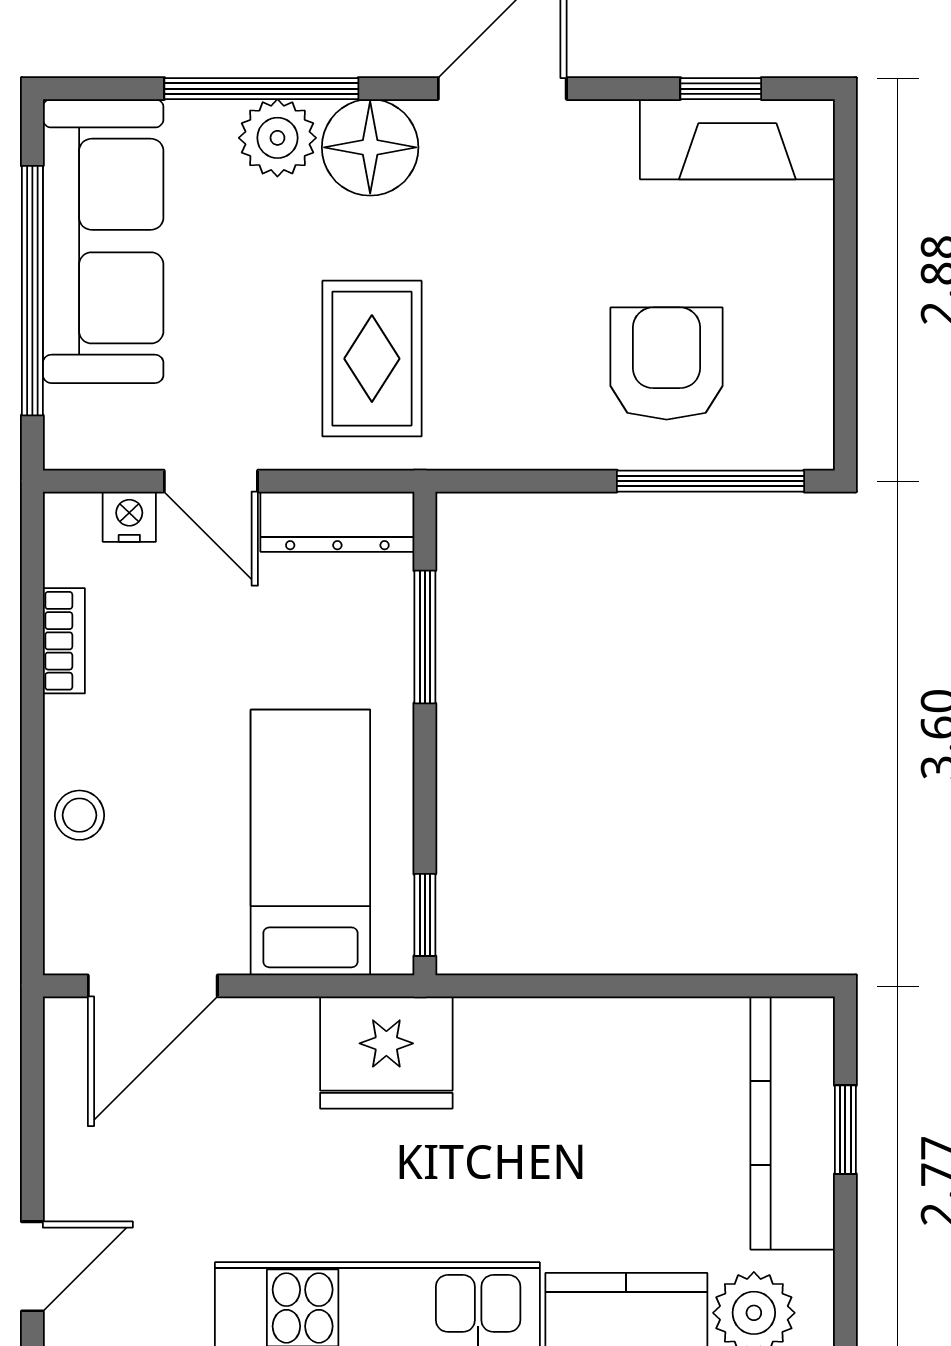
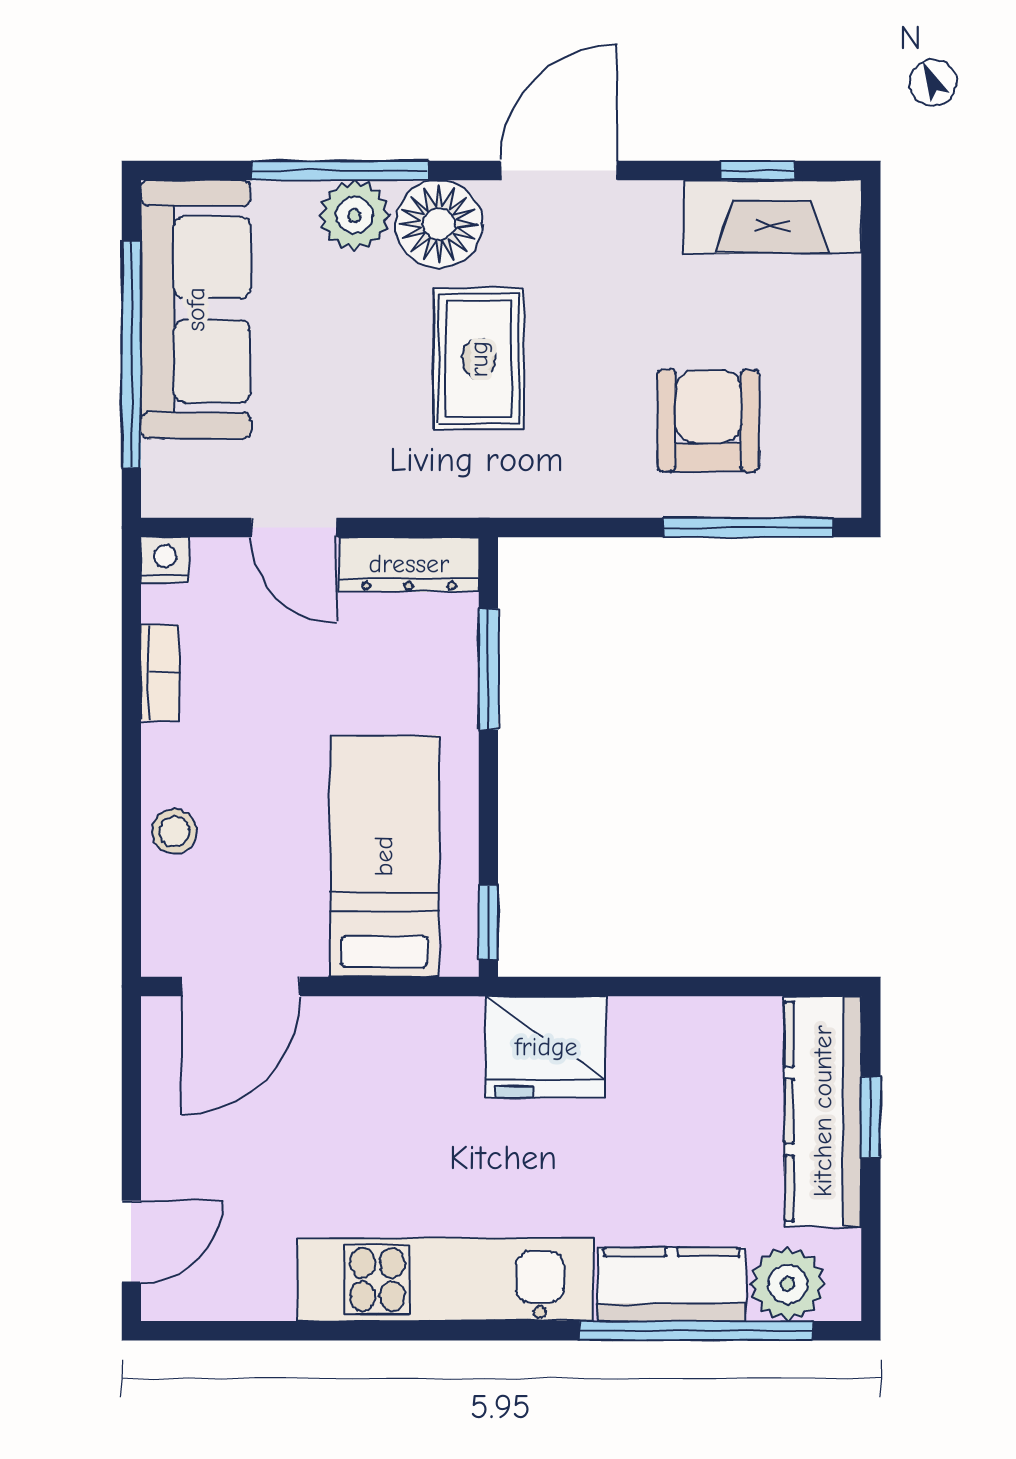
rug: (372, 359) -> (479, 359), moved
nightstand: (129, 517) -> (165, 560), moved
fridge: (386, 1052) -> (546, 1047), moved

